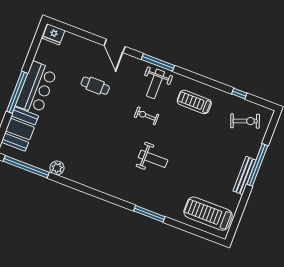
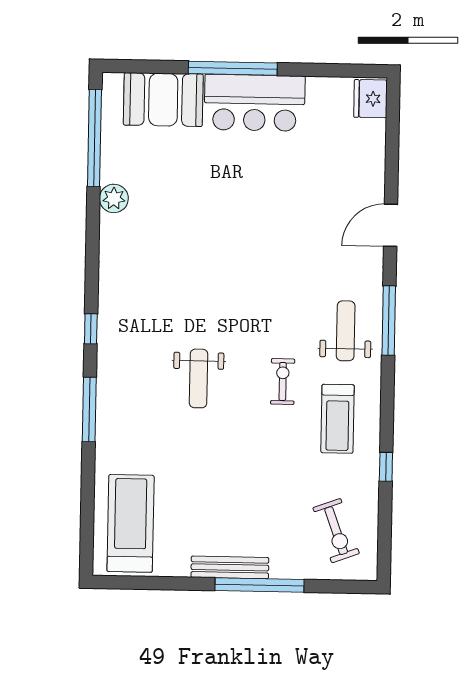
weight bench: (155, 84) -> (346, 331), turned 90
cafe table: (95, 86) -> (300, 215), removed
window: (239, 94) -> (386, 467), moved
treadmill: (194, 102) -> (338, 419), turned 180
exercise bike: (147, 116) -> (283, 381), moved
window: (113, 200) -> (91, 329), added

